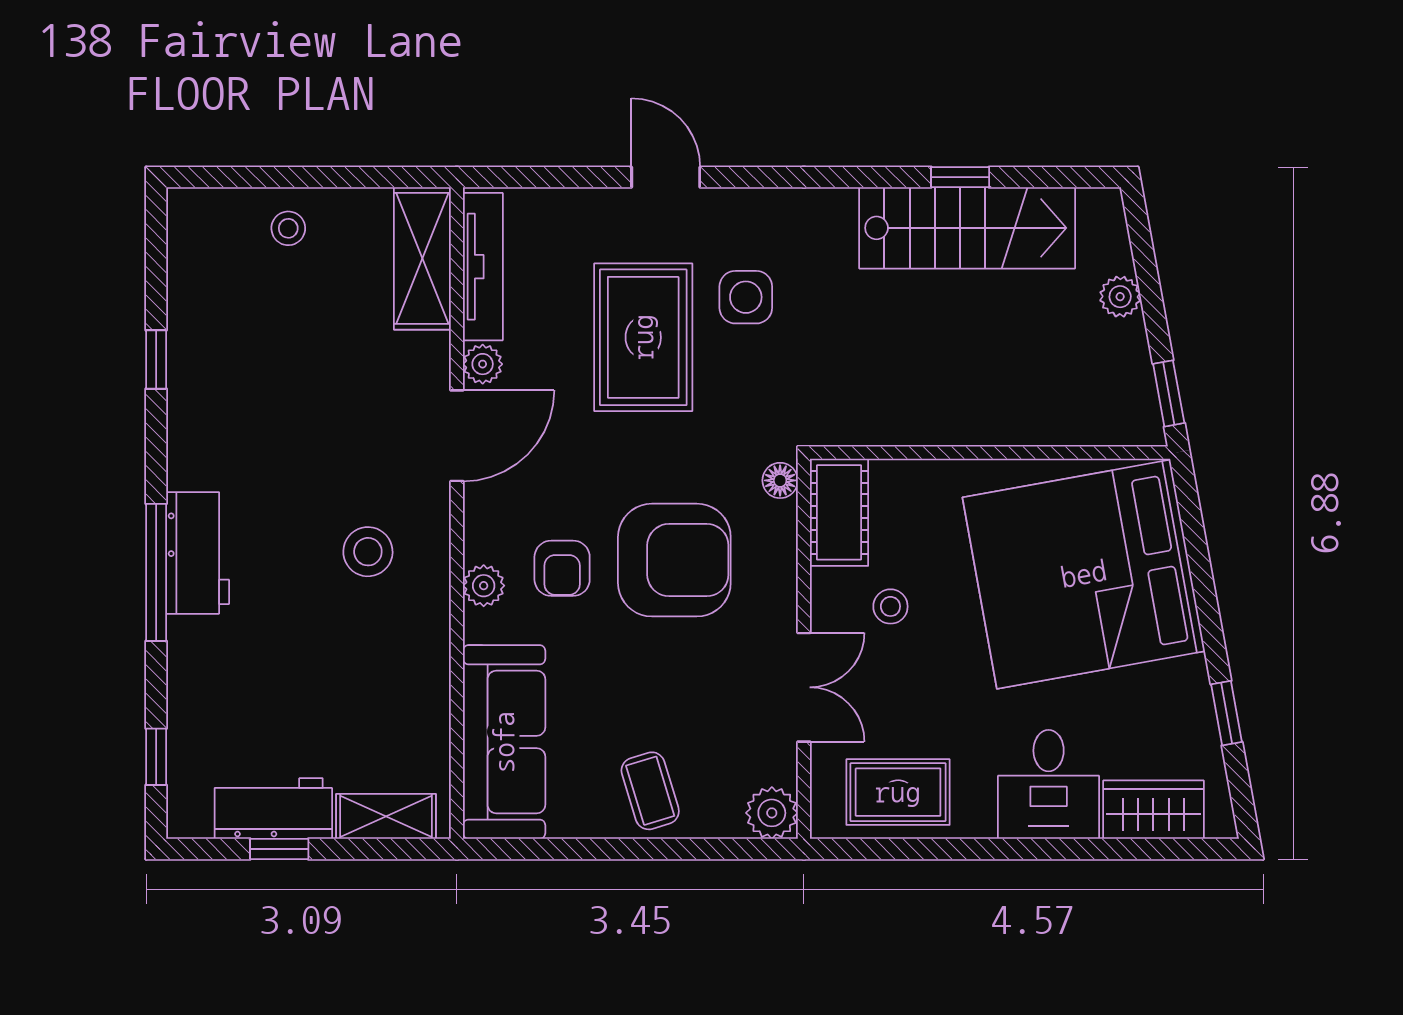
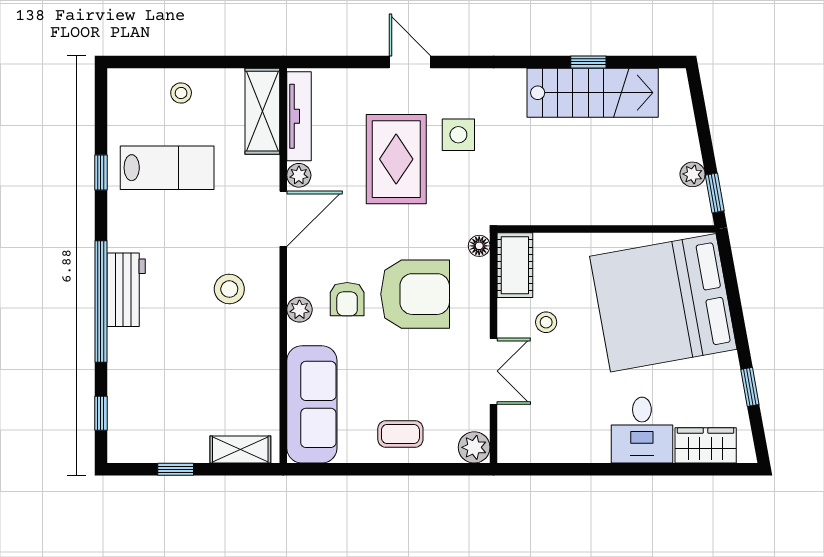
plant: (1120, 297) -> (693, 174), moved
lab bench: (265, 352) -> (167, 168), added
window: (156, 572) -> (101, 302), width x1.46
coffee table: (650, 791) -> (400, 434), turned -73
rug: (898, 792) -> (551, 435), removed
workbench: (273, 809) -> (172, 445), removed

